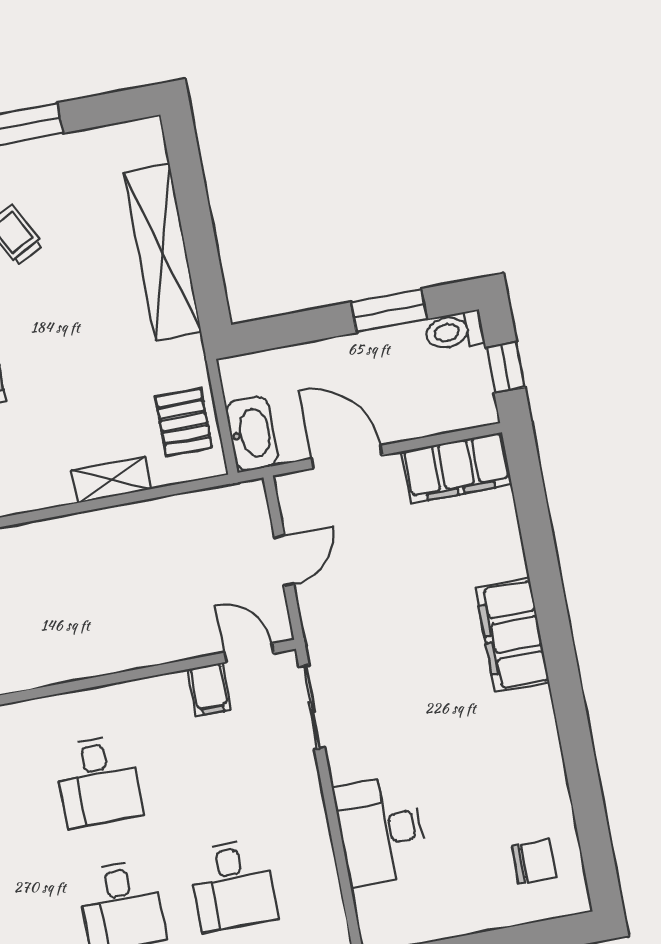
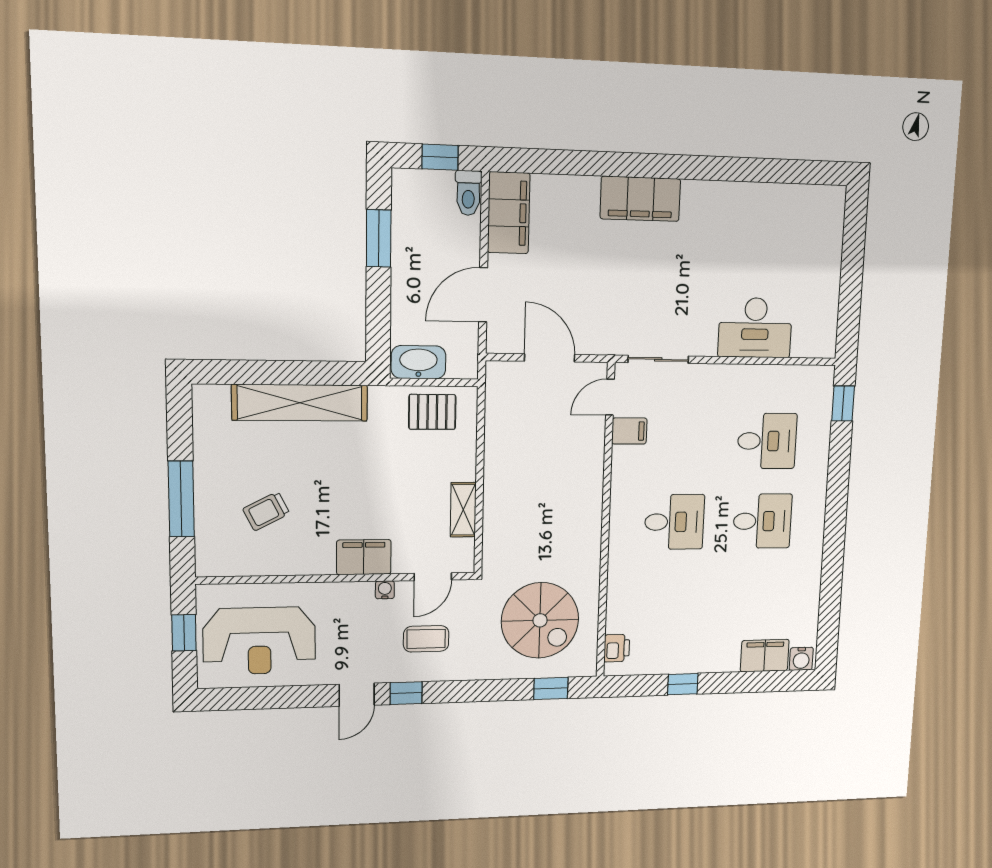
toilet: (454, 331) -> (468, 193), moved
washbasin: (252, 433) -> (419, 362), moved
shelving: (112, 480) -> (463, 510), moved
door: (284, 561) -> (550, 358), width x1.38
chair: (534, 861) -> (803, 220), removed

